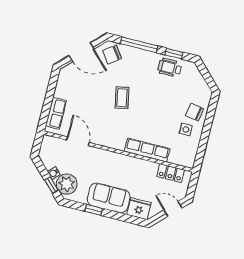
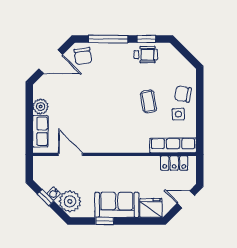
chair: (112, 55) -> (83, 56), turned -62
wheelchair: (170, 68) -> (146, 55), turned 180
plant: (62, 91) -> (41, 107), added
coffee table: (122, 98) -> (148, 101), moved
row of seats: (147, 150) -> (173, 145), moved
window: (51, 185) -> (46, 198), moved

